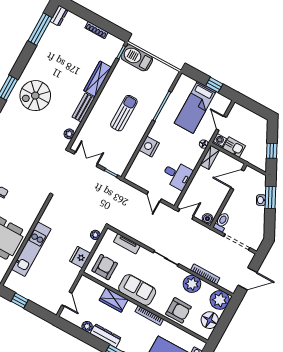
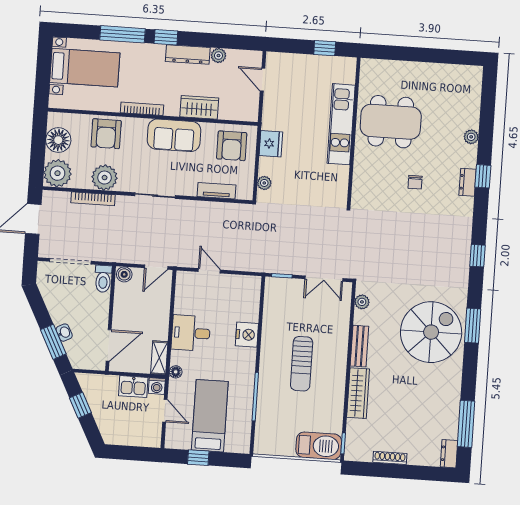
spiral stairs: (35, 96) -> (431, 332), width x1.37, depth x1.37
desk: (177, 175) -> (191, 333), moved
armchair: (178, 310) -> (106, 134), turned -90

